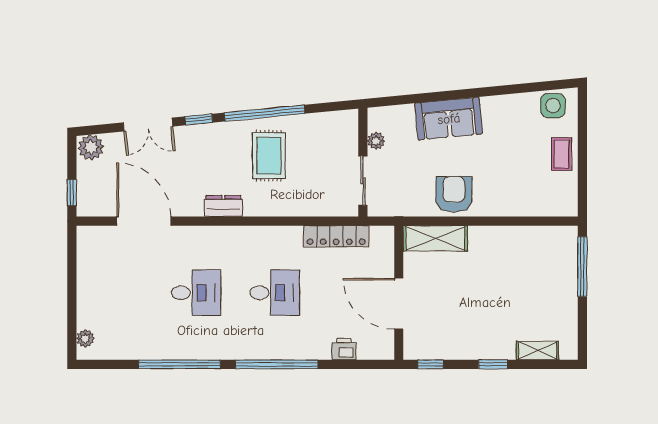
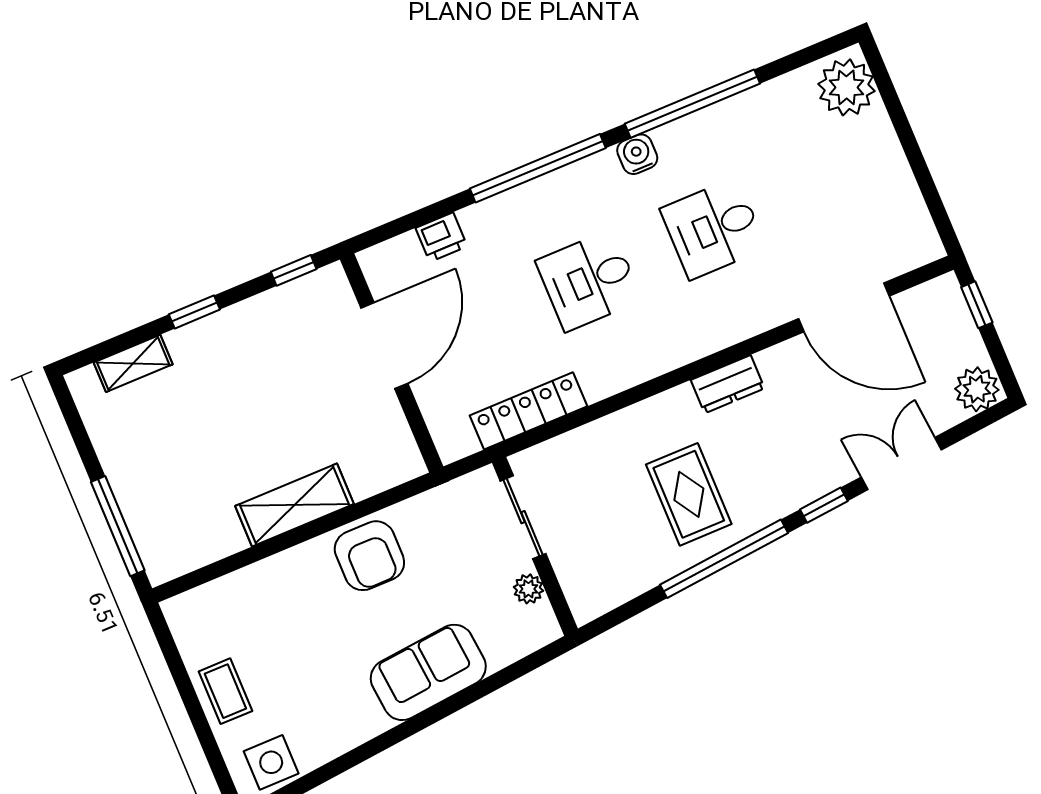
shelving: (435, 238) -> (295, 505), moved
door: (399, 304) -> (384, 346), hinge flipped
plant: (85, 338) -> (846, 87), width x1.87, depth x1.87
water cooler: (220, 350) -> (637, 154), added

